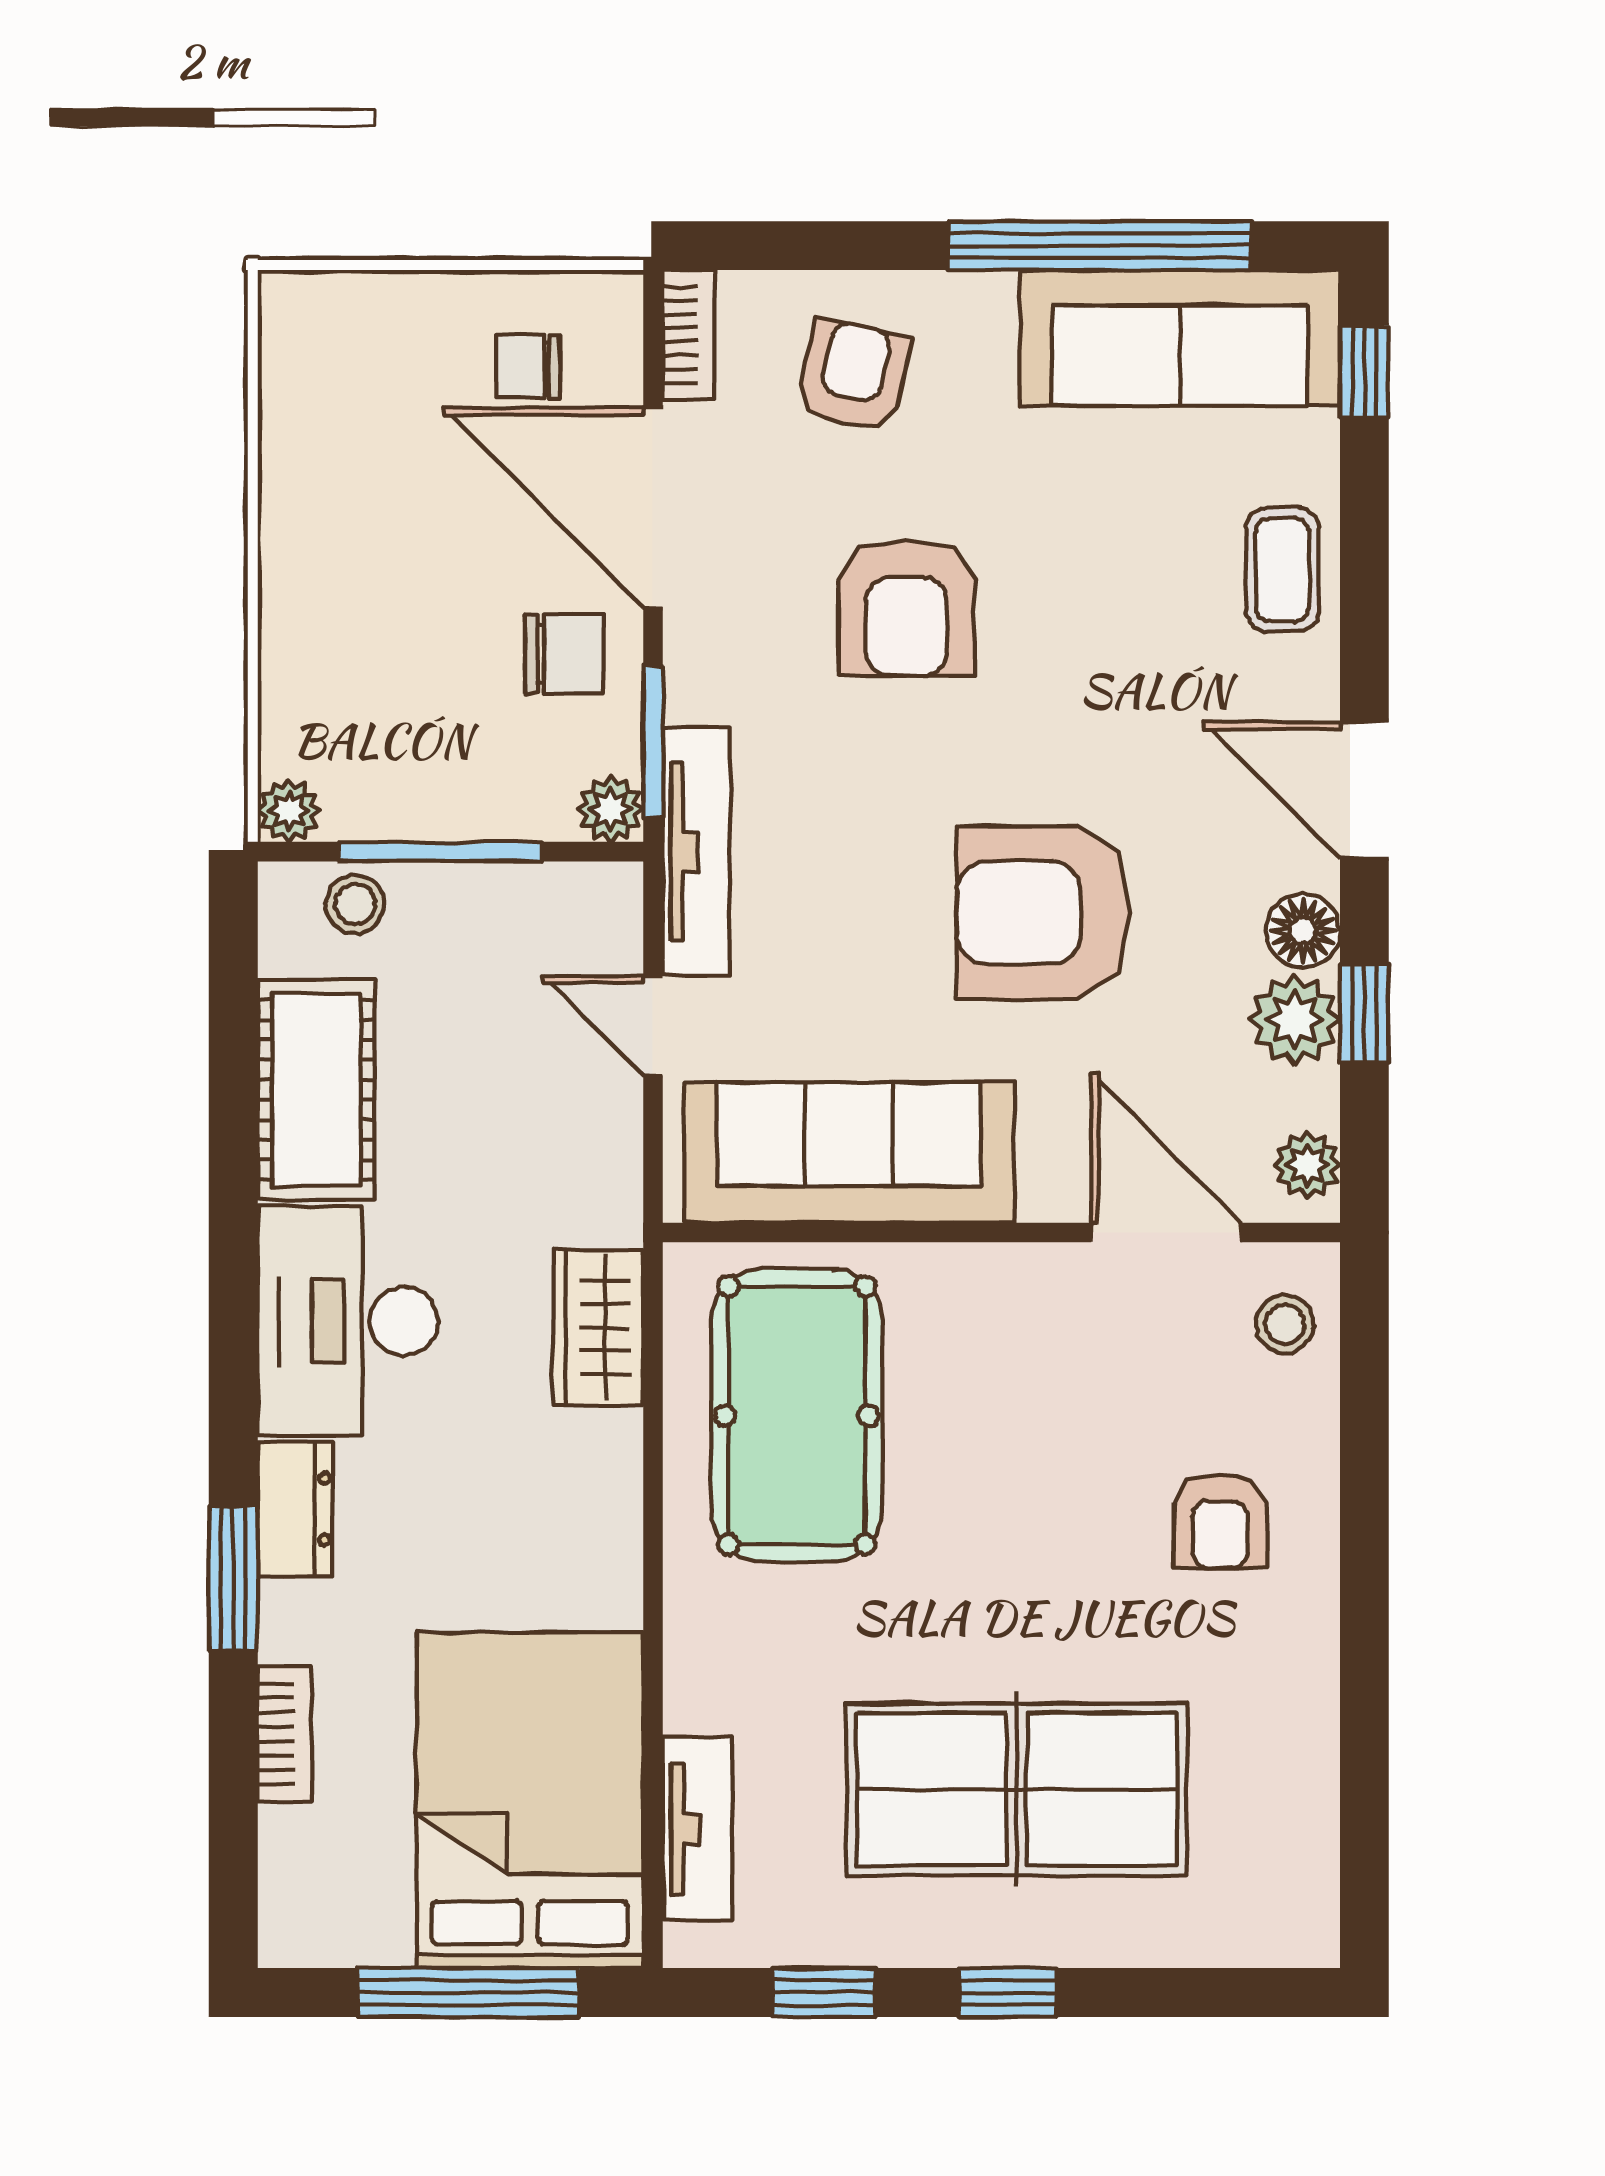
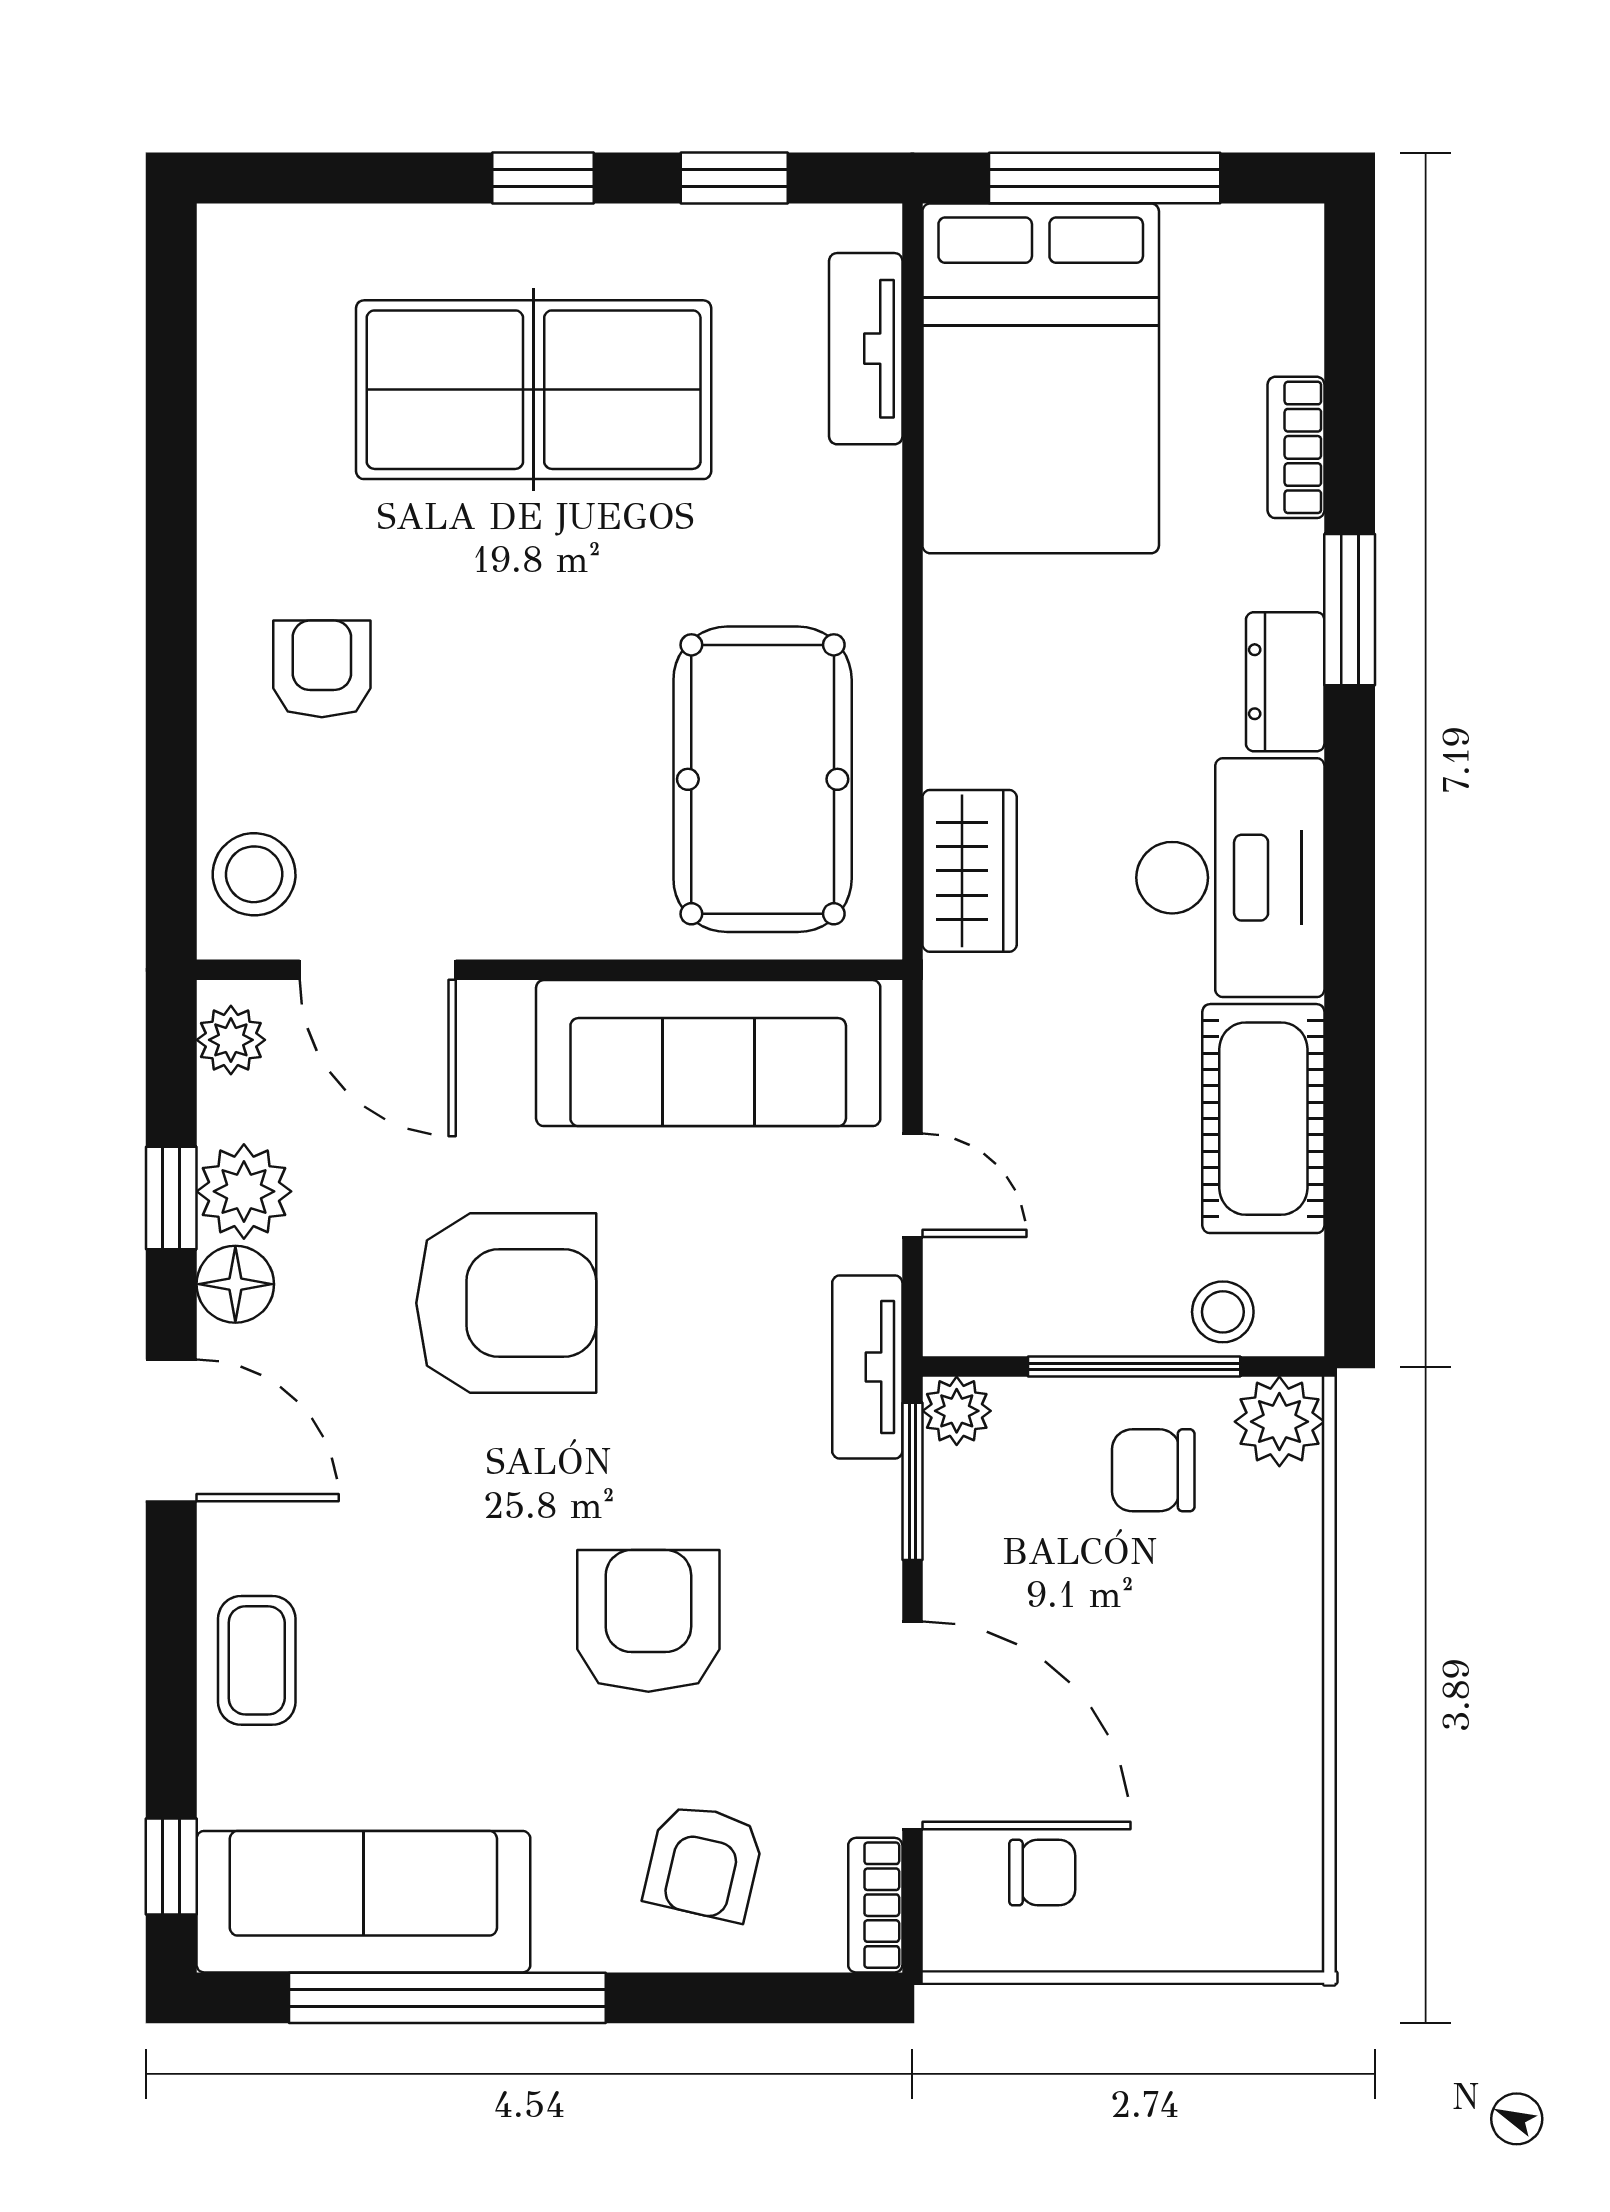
chair: (565, 654) -> (1153, 1470), moved
plant: (289, 811) -> (1279, 1422), width x1.38, depth x1.38
tv unit: (696, 851) -> (867, 1367), width x0.71
stool: (1285, 1324) -> (254, 874), width x1.37, depth x1.37

